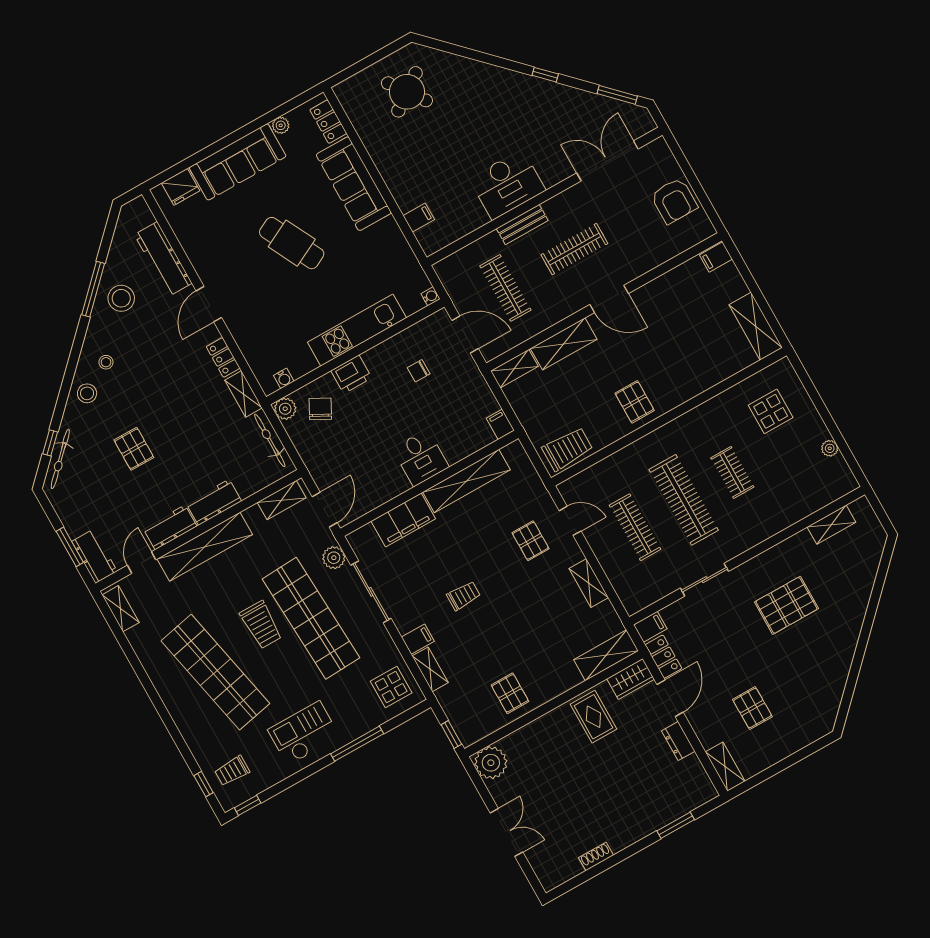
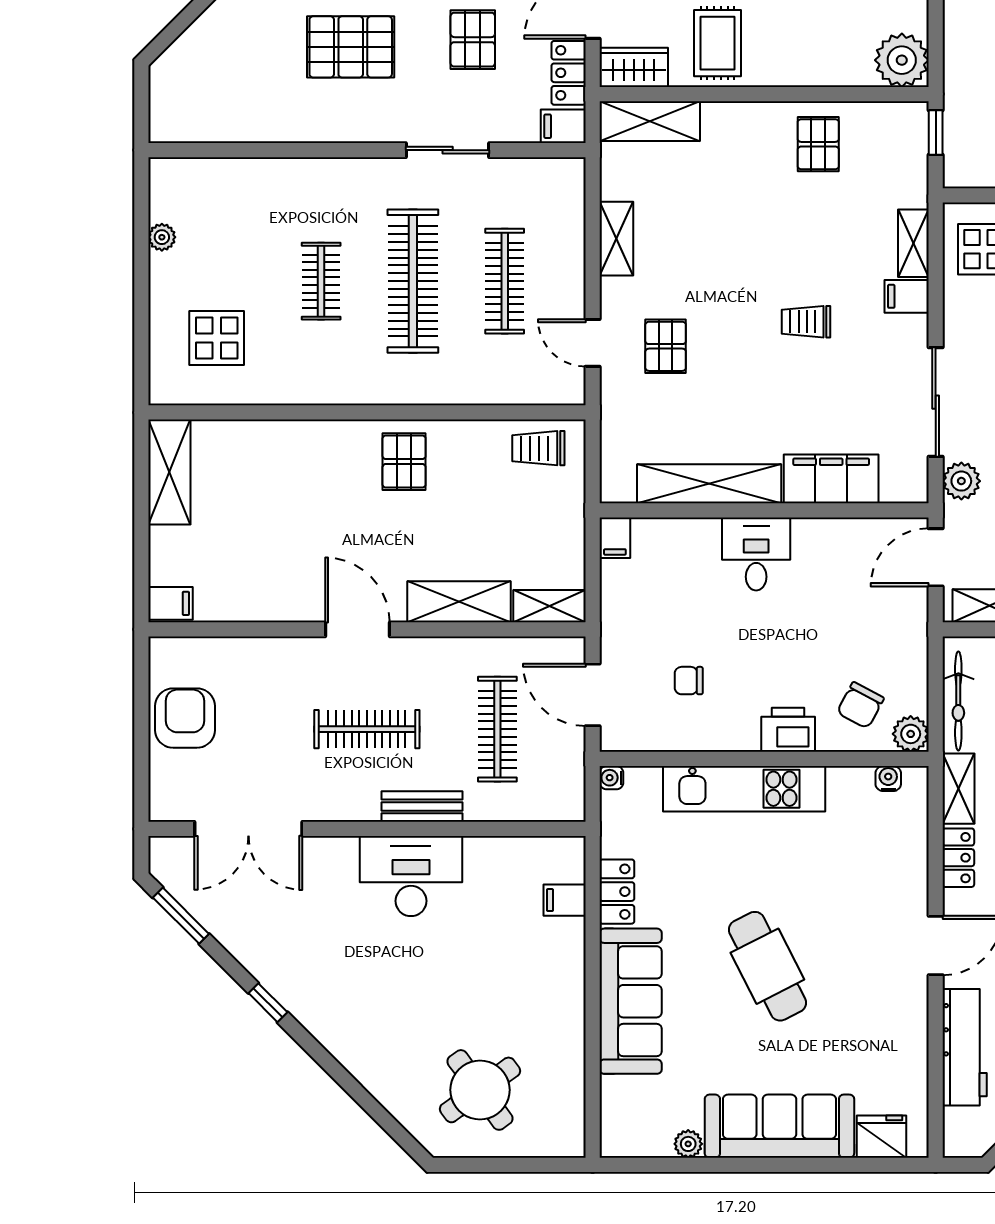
locker: (328, 122) -> (617, 892), moved
chair: (419, 371) -> (689, 681), turned 180
trolley: (567, 449) -> (538, 448), width x0.73, depth x0.72
shelving: (831, 525) -> (221, 126), removed
pallet: (724, 646) -> (473, 40), added

